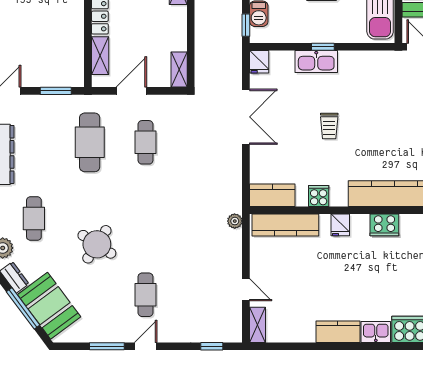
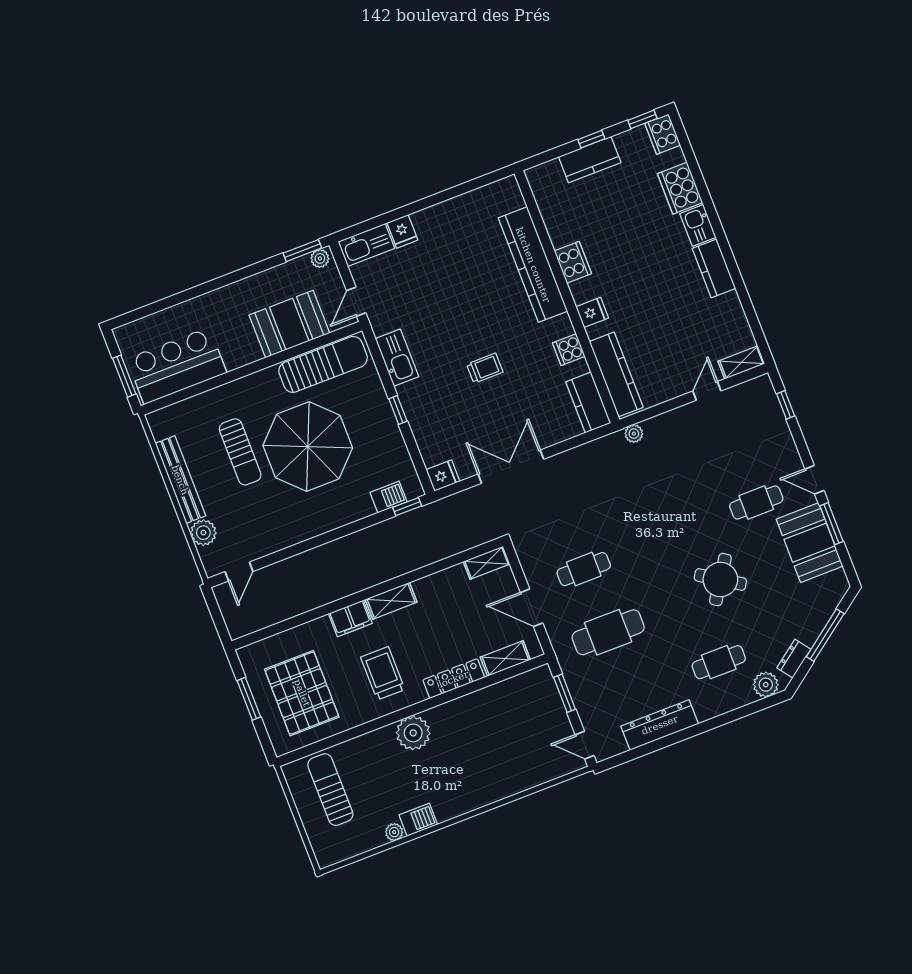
kitchen sink: (316, 62) -> (397, 358), moved
booth: (49, 306) -> (810, 543), moved, turned -53

